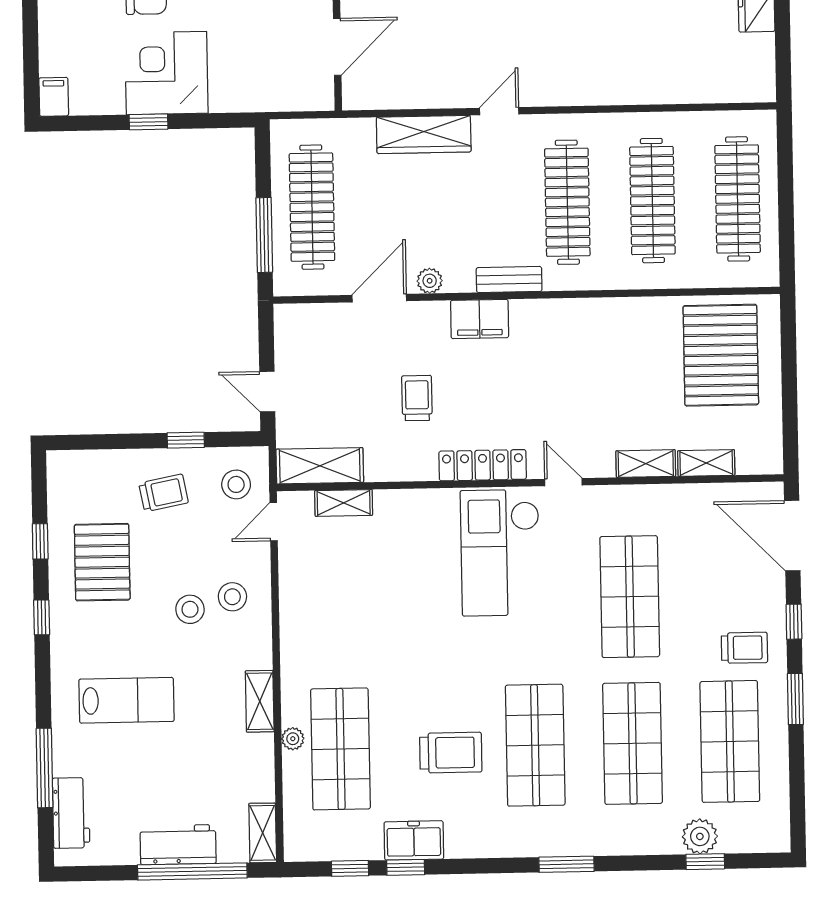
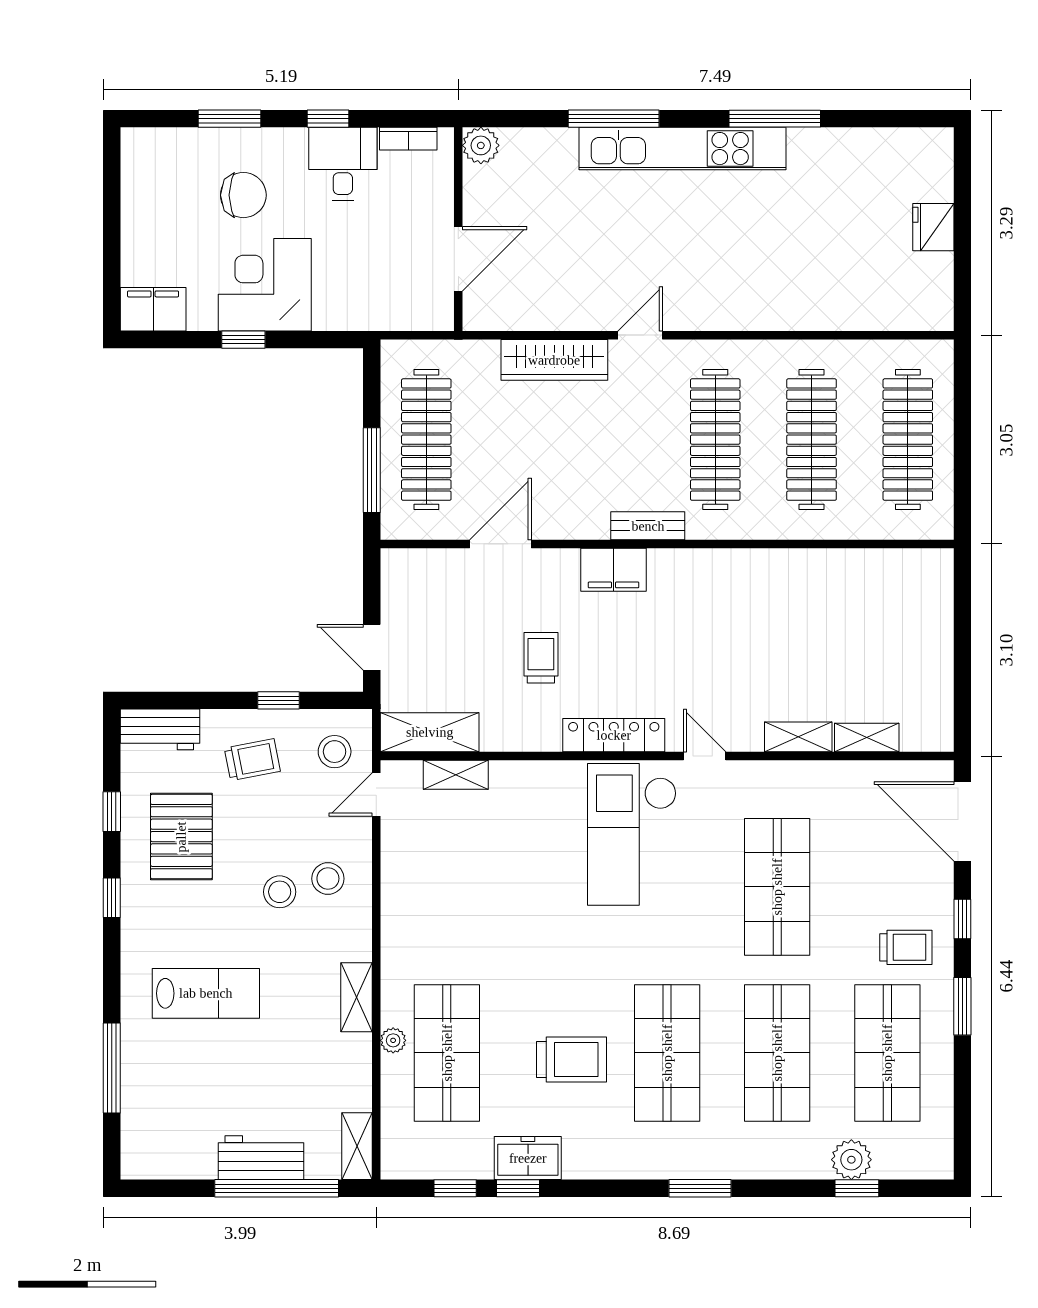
filing cabinet: (54, 97) -> (153, 309), width x2.00
plant: (430, 281) -> (558, 525), removed
pallet: (721, 355) -> (886, 616), removed
workbench: (71, 813) -> (160, 729), moved, turned 90

